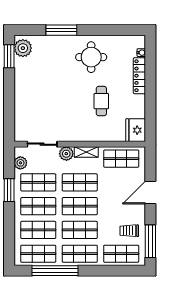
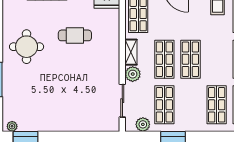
plant: (23, 48) -> (12, 126), width x0.53, depth x0.53
shop shelf: (38, 206) -> (190, 105), removed
shop shelf: (80, 230) -> (217, 59), removed

